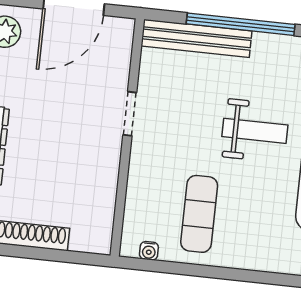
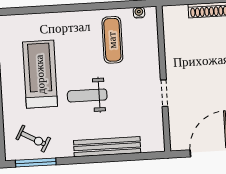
window: (241, 24) -> (106, 158), removed
bench: (197, 38) -> (107, 147), moved

